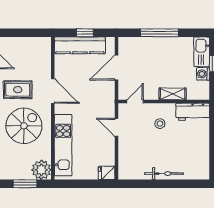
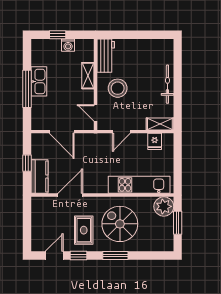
kitchen counter: (80, 45) -> (39, 177), width x0.67
kitchen sink: (202, 52) -> (39, 81), moved, turned -90
door: (53, 91) -> (70, 195), moved
stool: (160, 124) -> (118, 88), width x1.89, depth x1.89
shelving: (124, 166) -> (160, 124), added
fridge: (107, 173) -> (155, 141), moved

